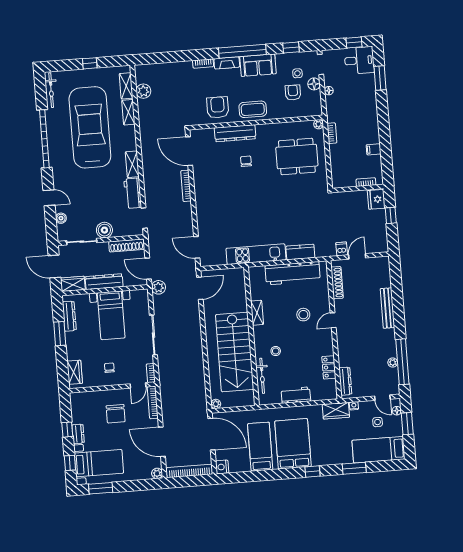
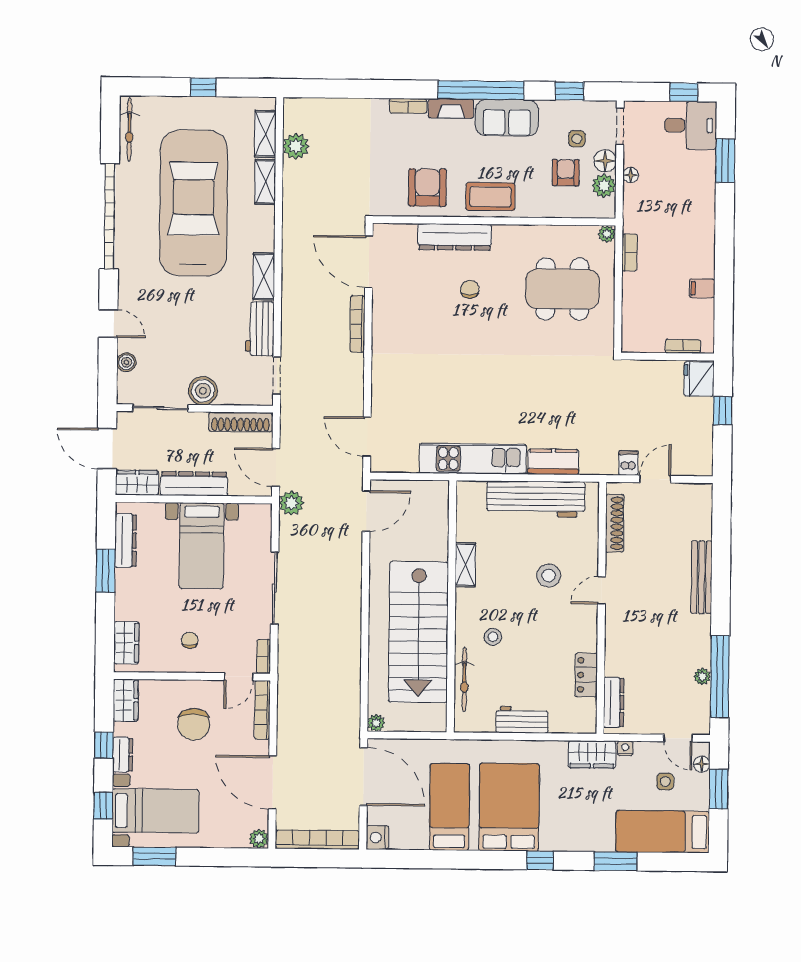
plant: (315, 98) -> (604, 186), added
wardrobe: (77, 404) -> (126, 700), added

